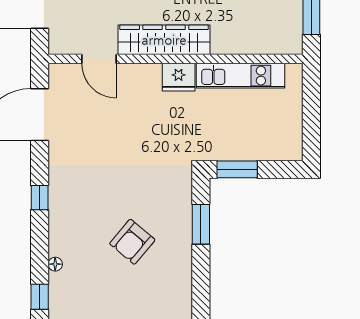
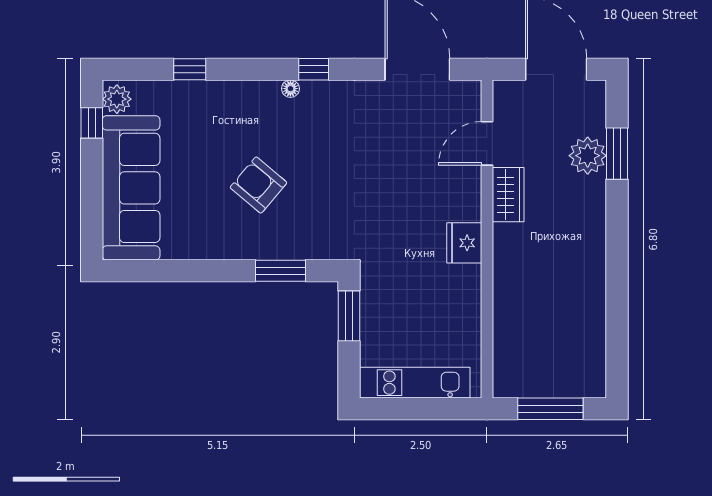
wardrobe: (164, 40) -> (508, 195), width x0.48, depth x0.85
kitchen unit: (241, 76) -> (415, 383), moved, turned 90
floor lamp: (55, 264) -> (290, 89), moved

